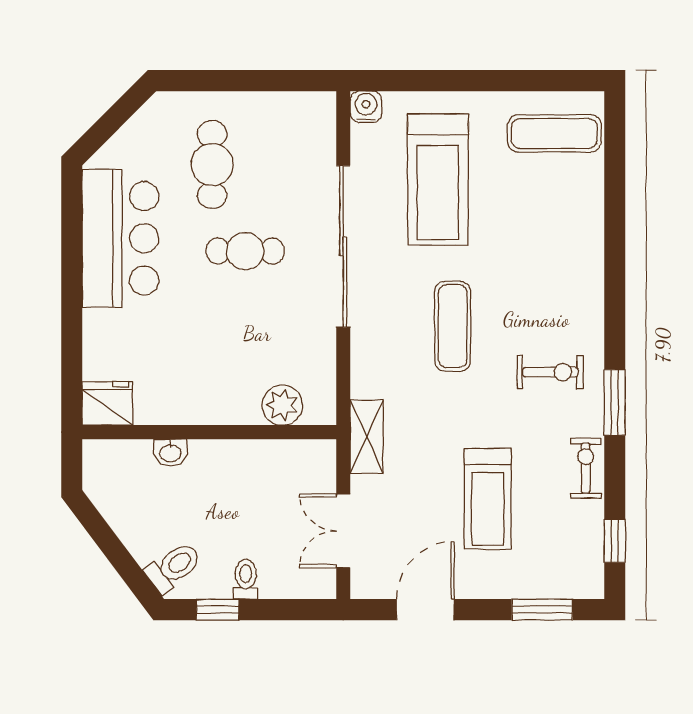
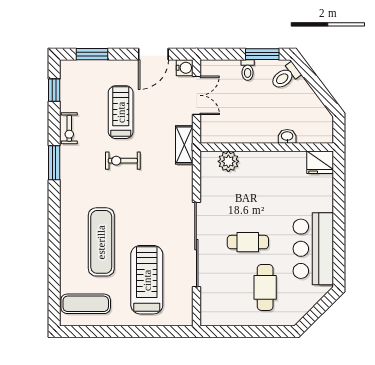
water cooler: (366, 107) -> (185, 68), moved, turned -90
exercise mat: (453, 326) -> (101, 242), moved, width x1.36, depth x1.45
exercise bike: (550, 372) -> (123, 161), moved
window: (218, 610) -> (262, 54), width x1.50

